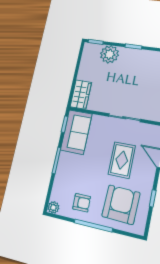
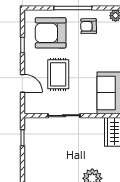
armchair: (121, 205) -> (51, 33), turned 88

